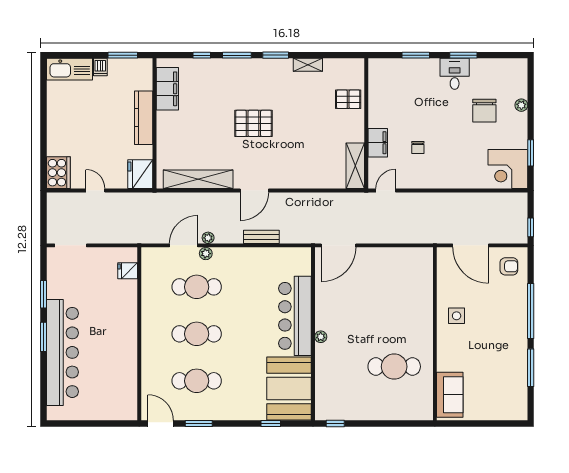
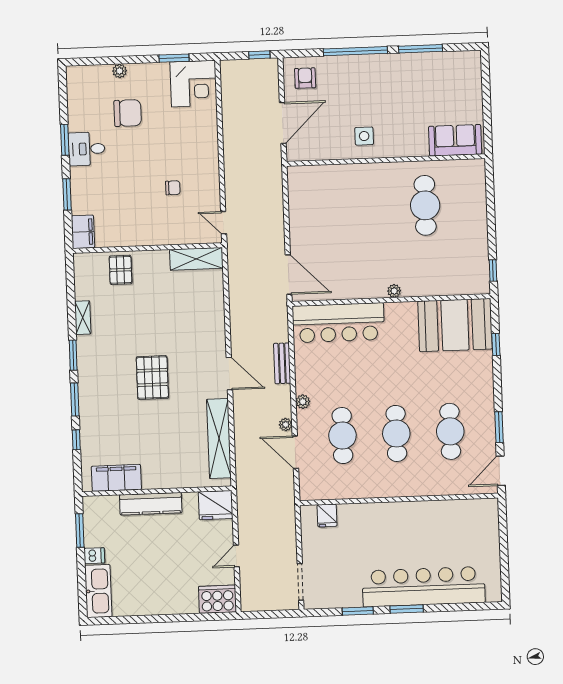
filing cabinet: (378, 143) -> (83, 232), moved, turned 90
plant: (206, 254) -> (303, 402), moved
bar counter: (295, 316) -> (338, 323), moved

